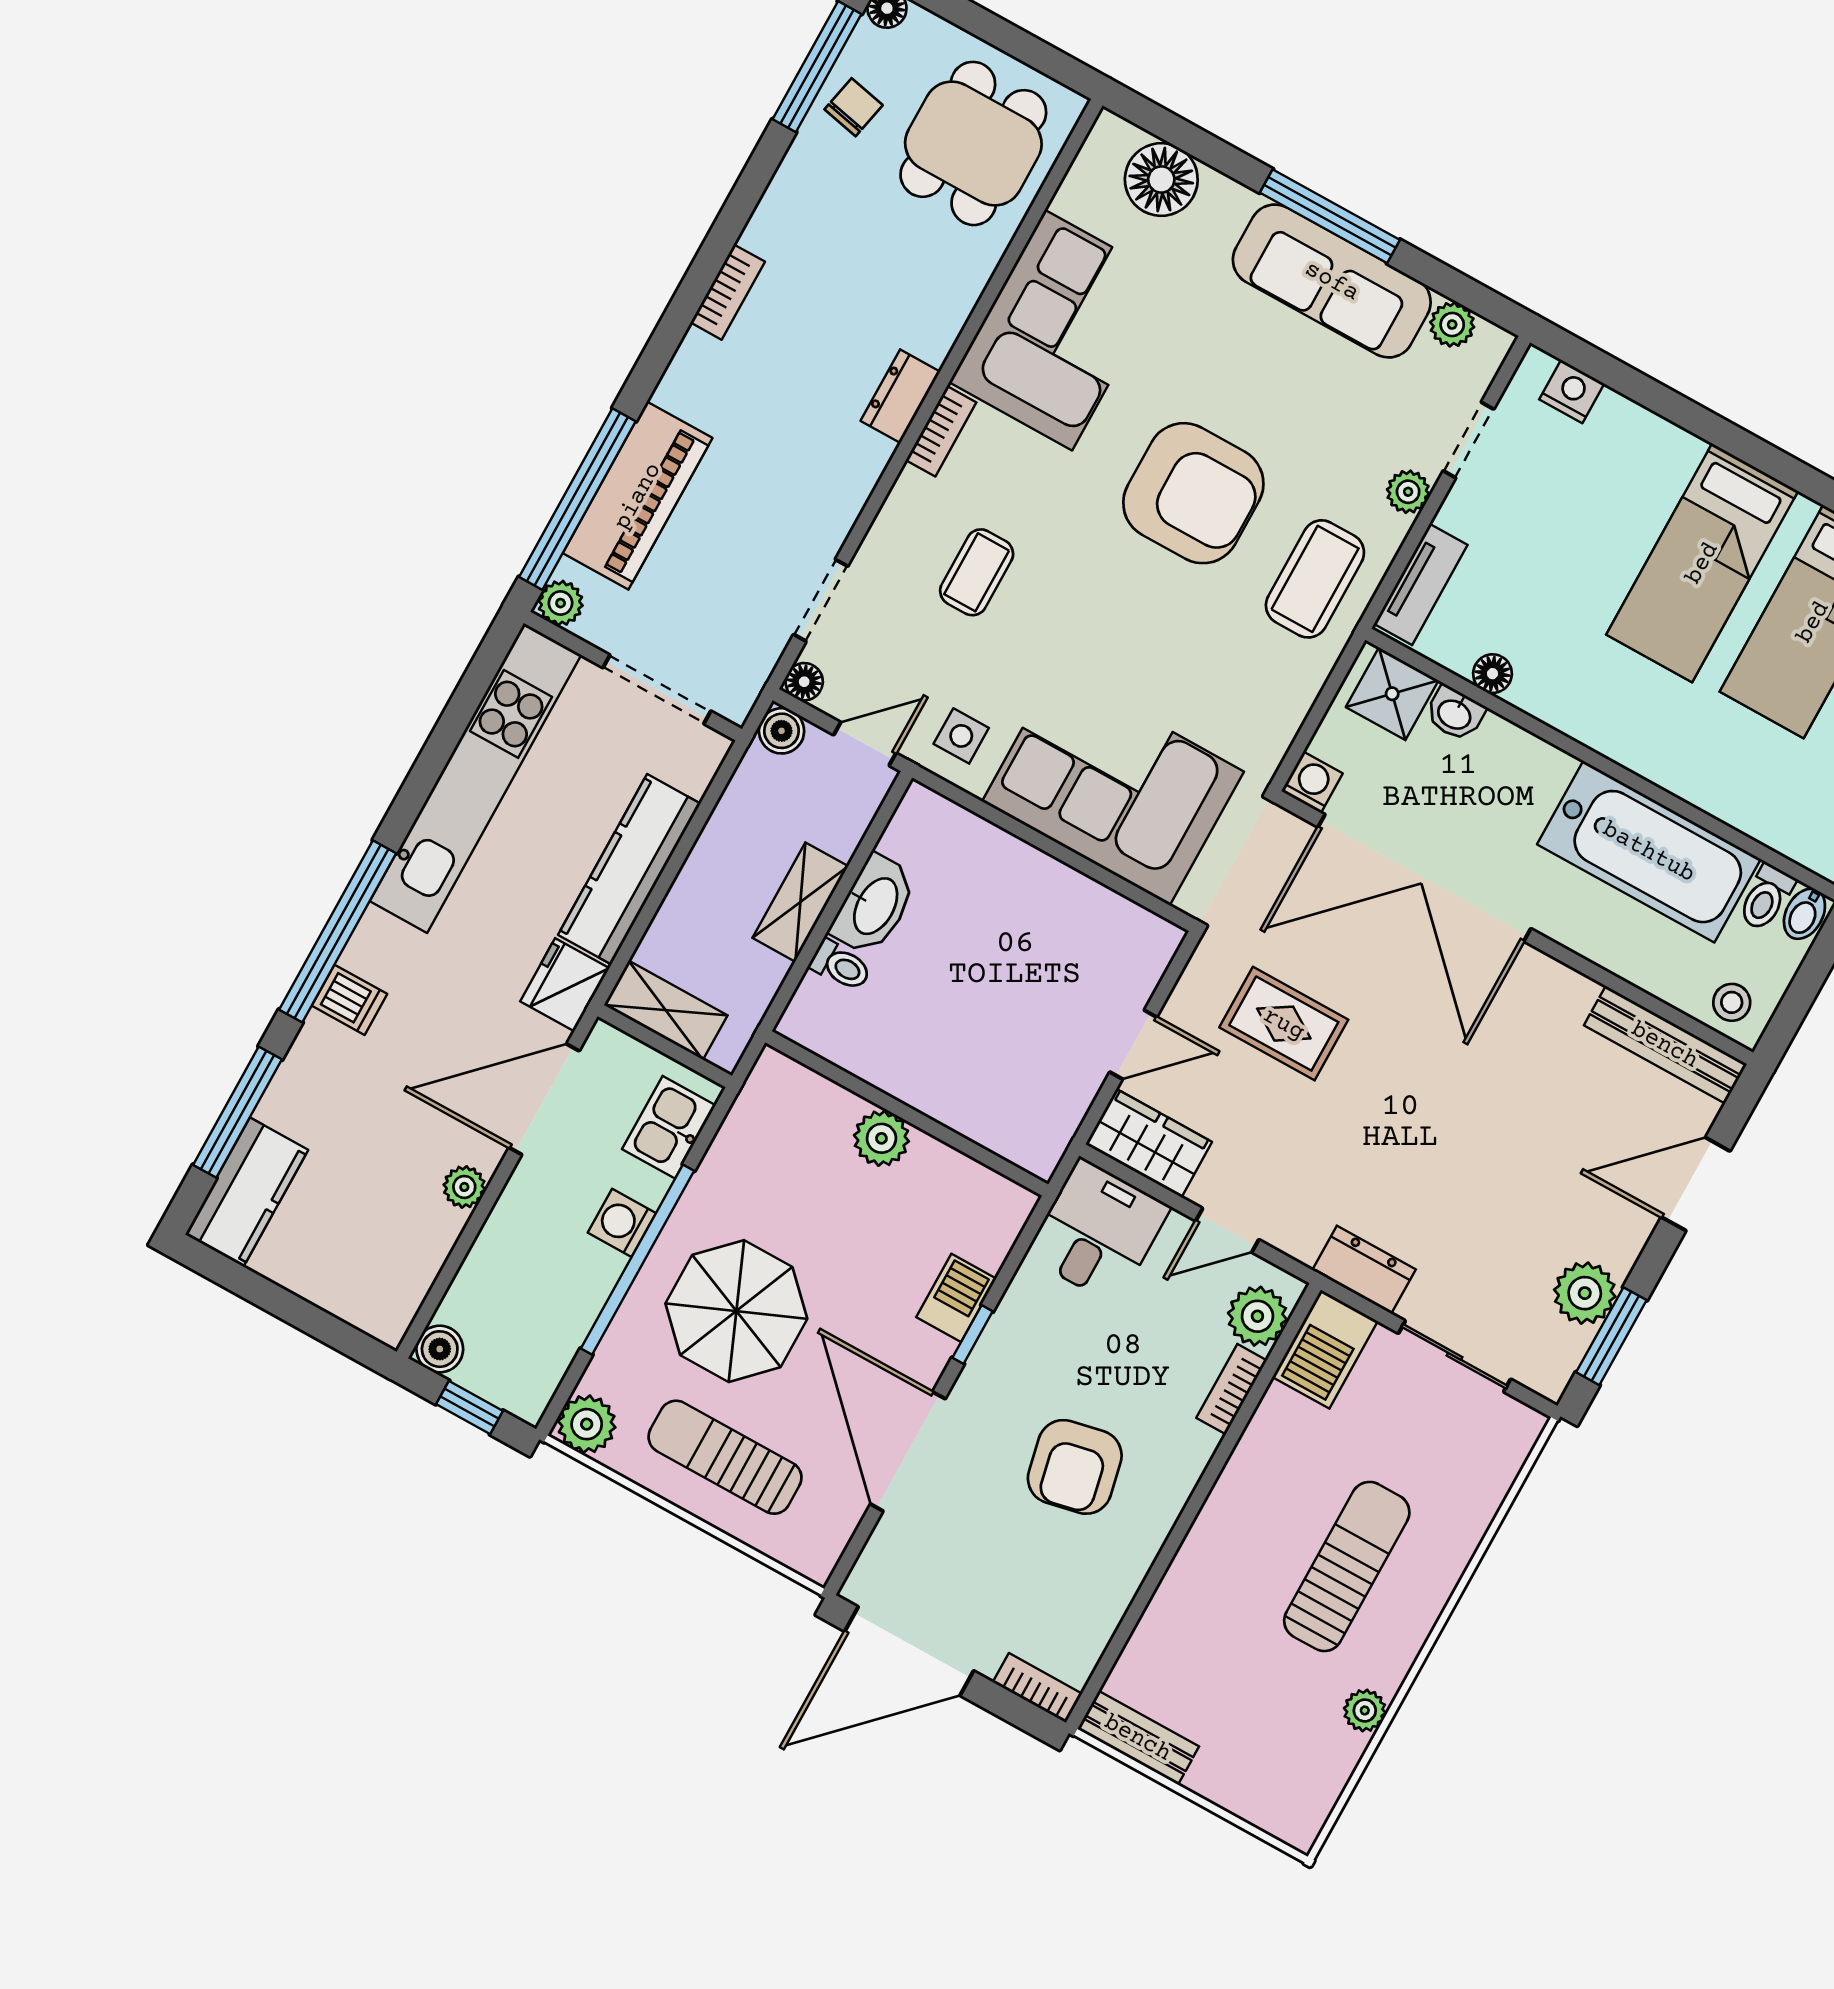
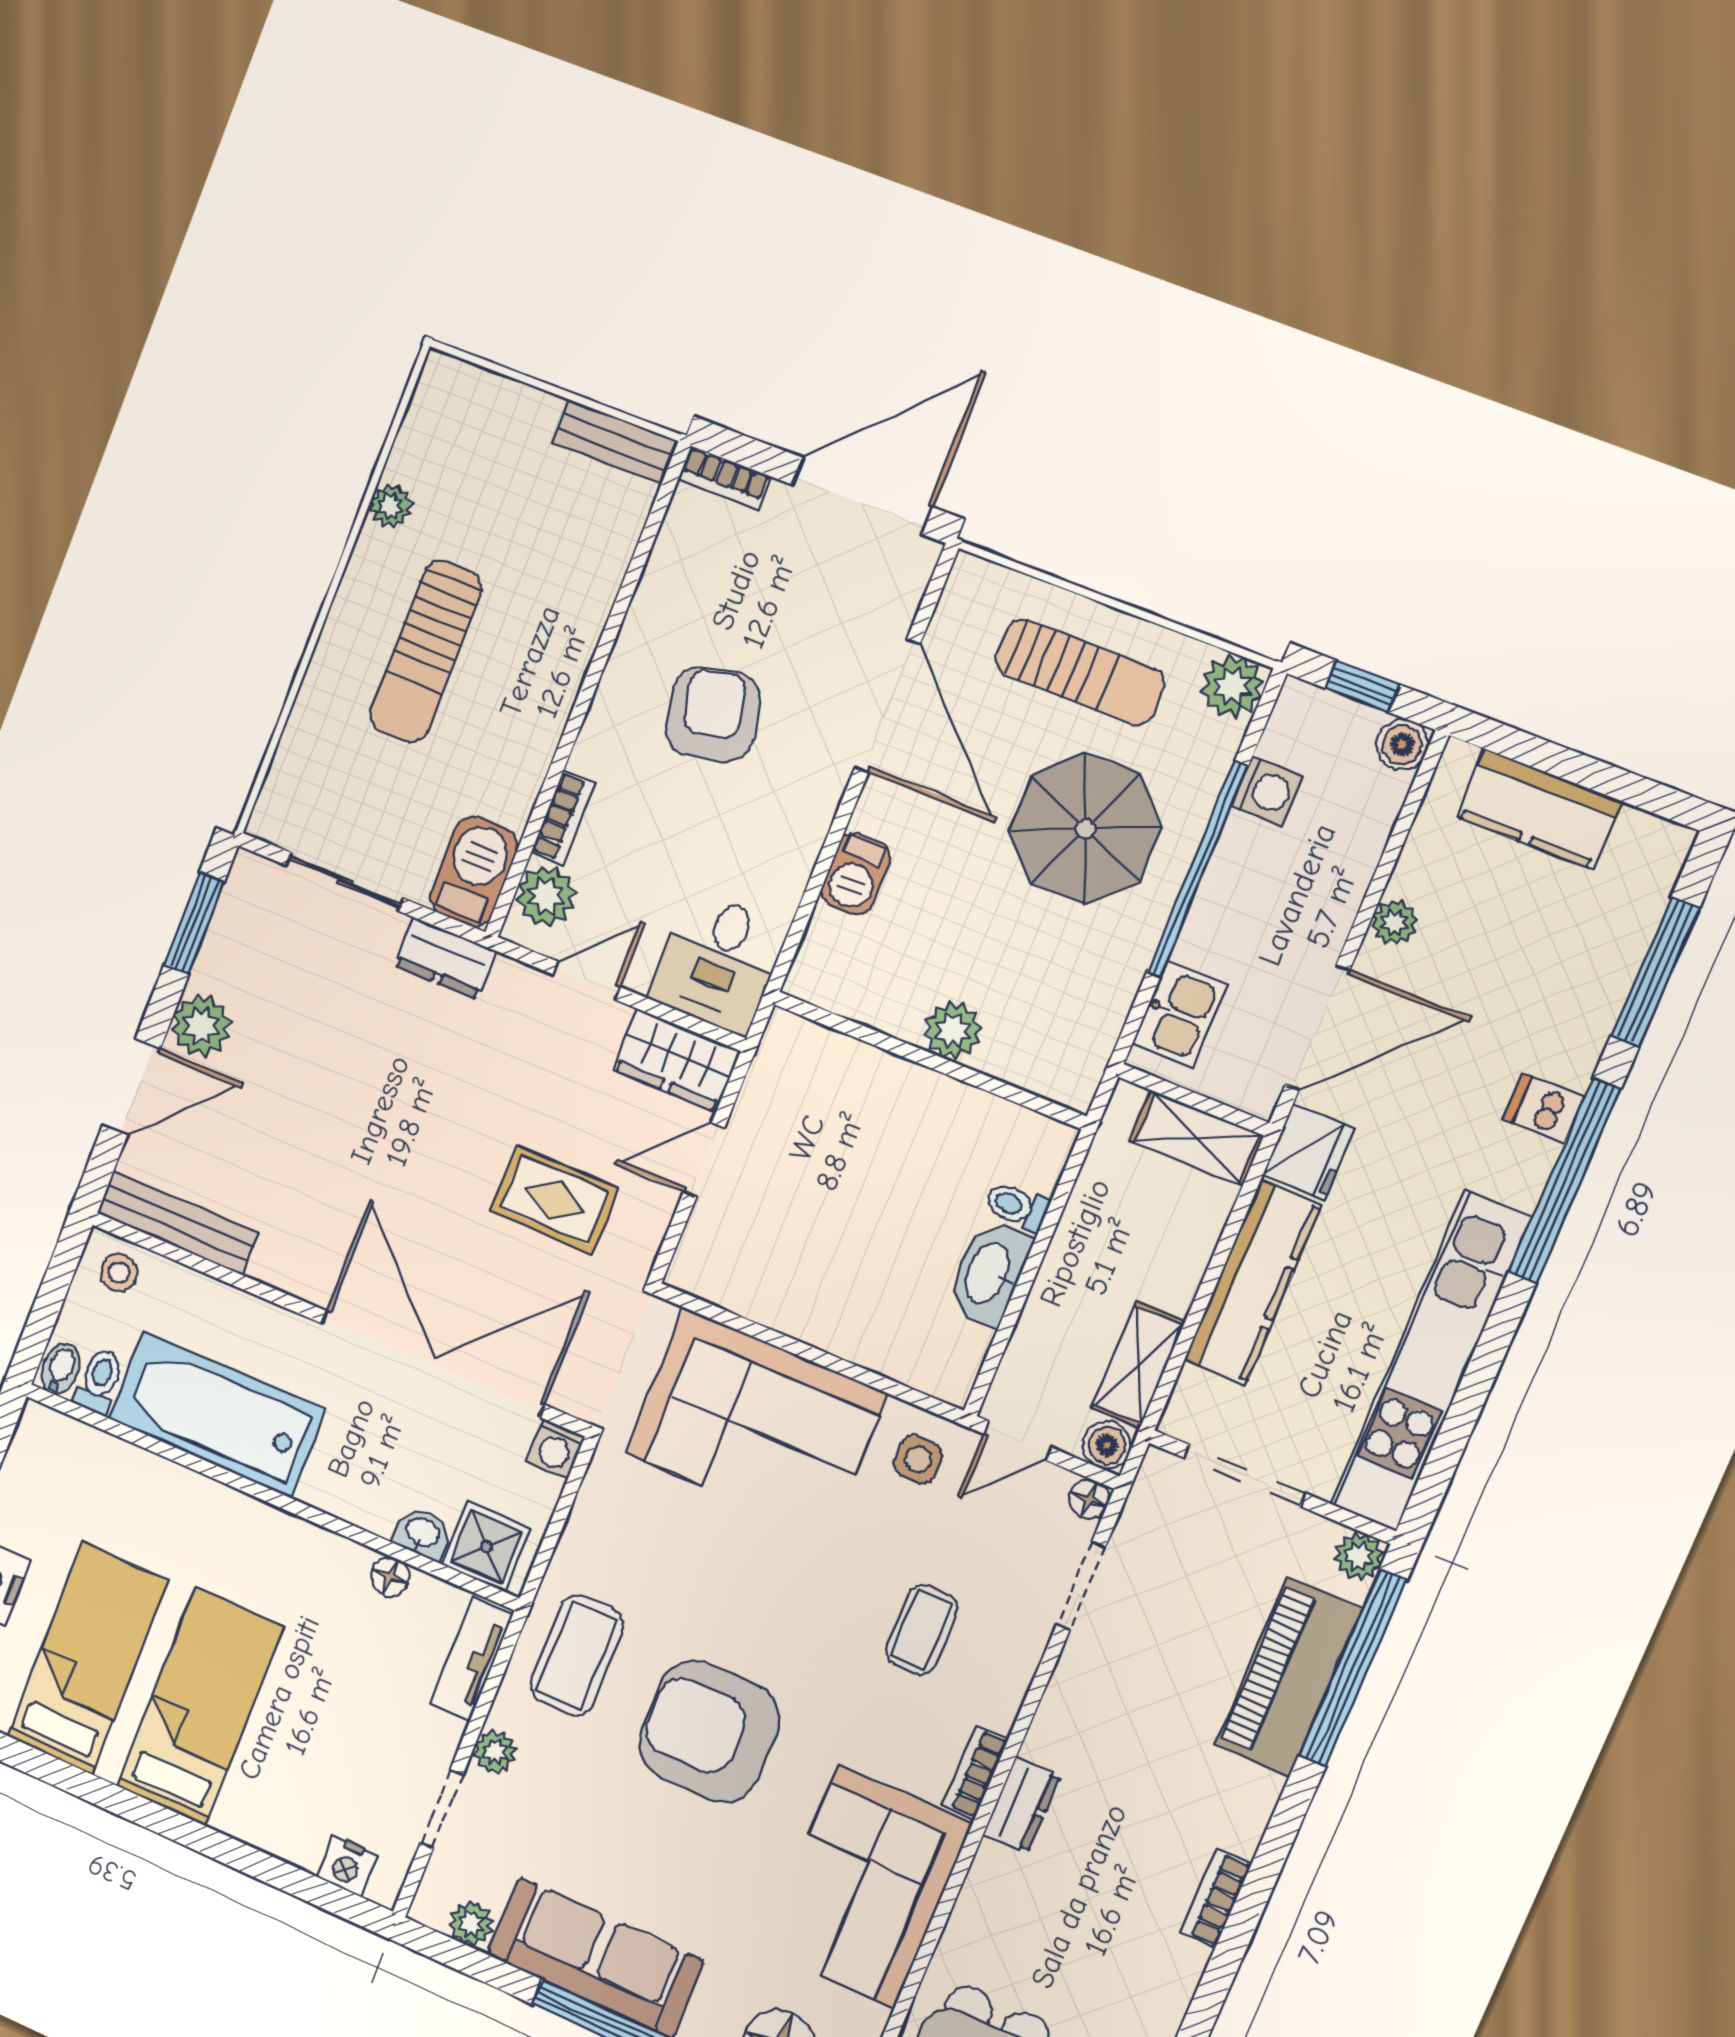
shelving: (800, 902) -> (1138, 1365), moved
kitchen counter: (247, 1192) -> (1539, 809), moved, turned -90
washing machine: (622, 1223) -> (1267, 791), moved
plant: (1585, 1293) -> (201, 1026), moved
window: (973, 1335) -> (834, 838), removed

